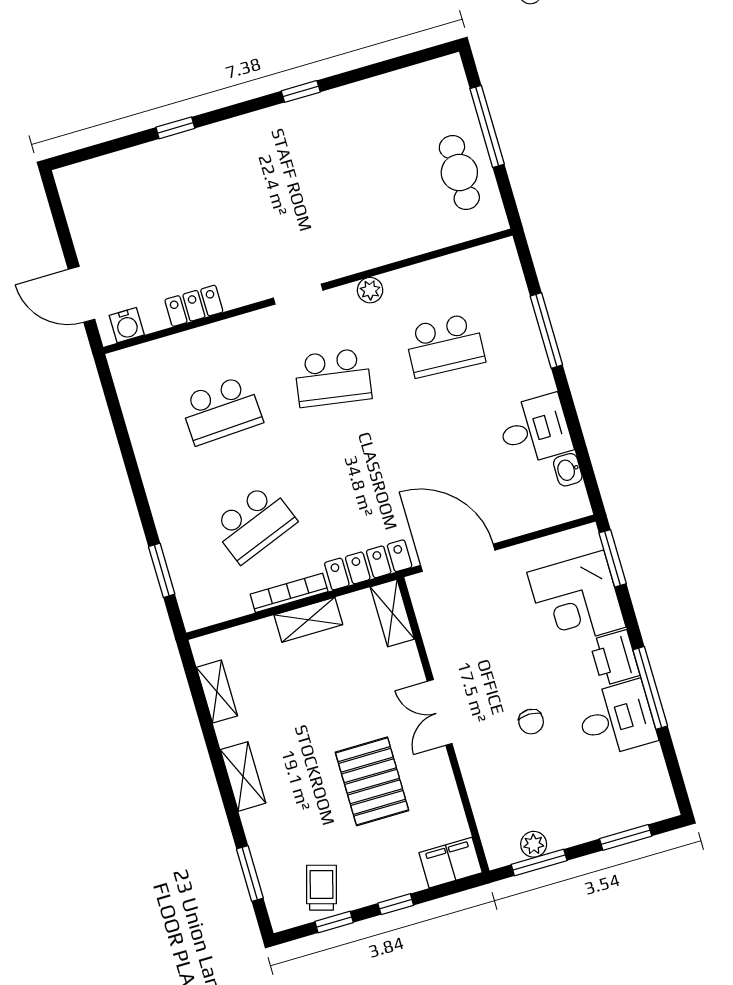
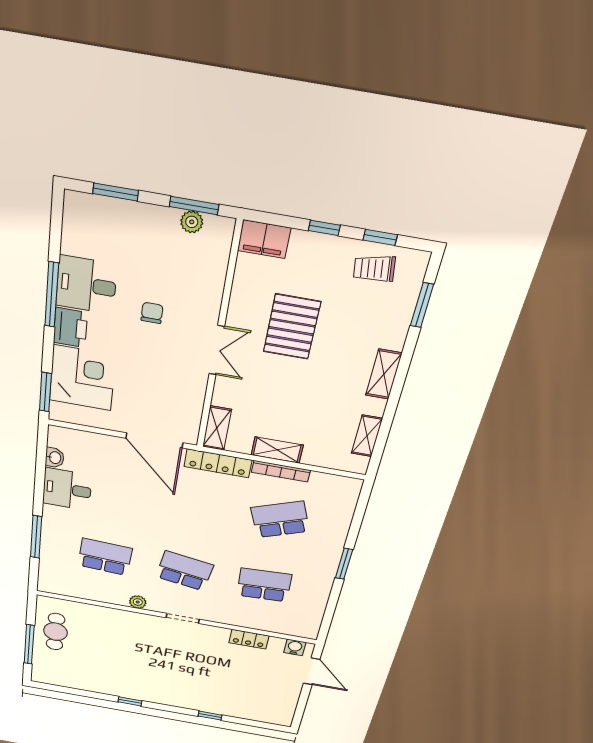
window: (162, 570) -> (344, 564), moved
trolley: (322, 888) -> (374, 269), turned 66

